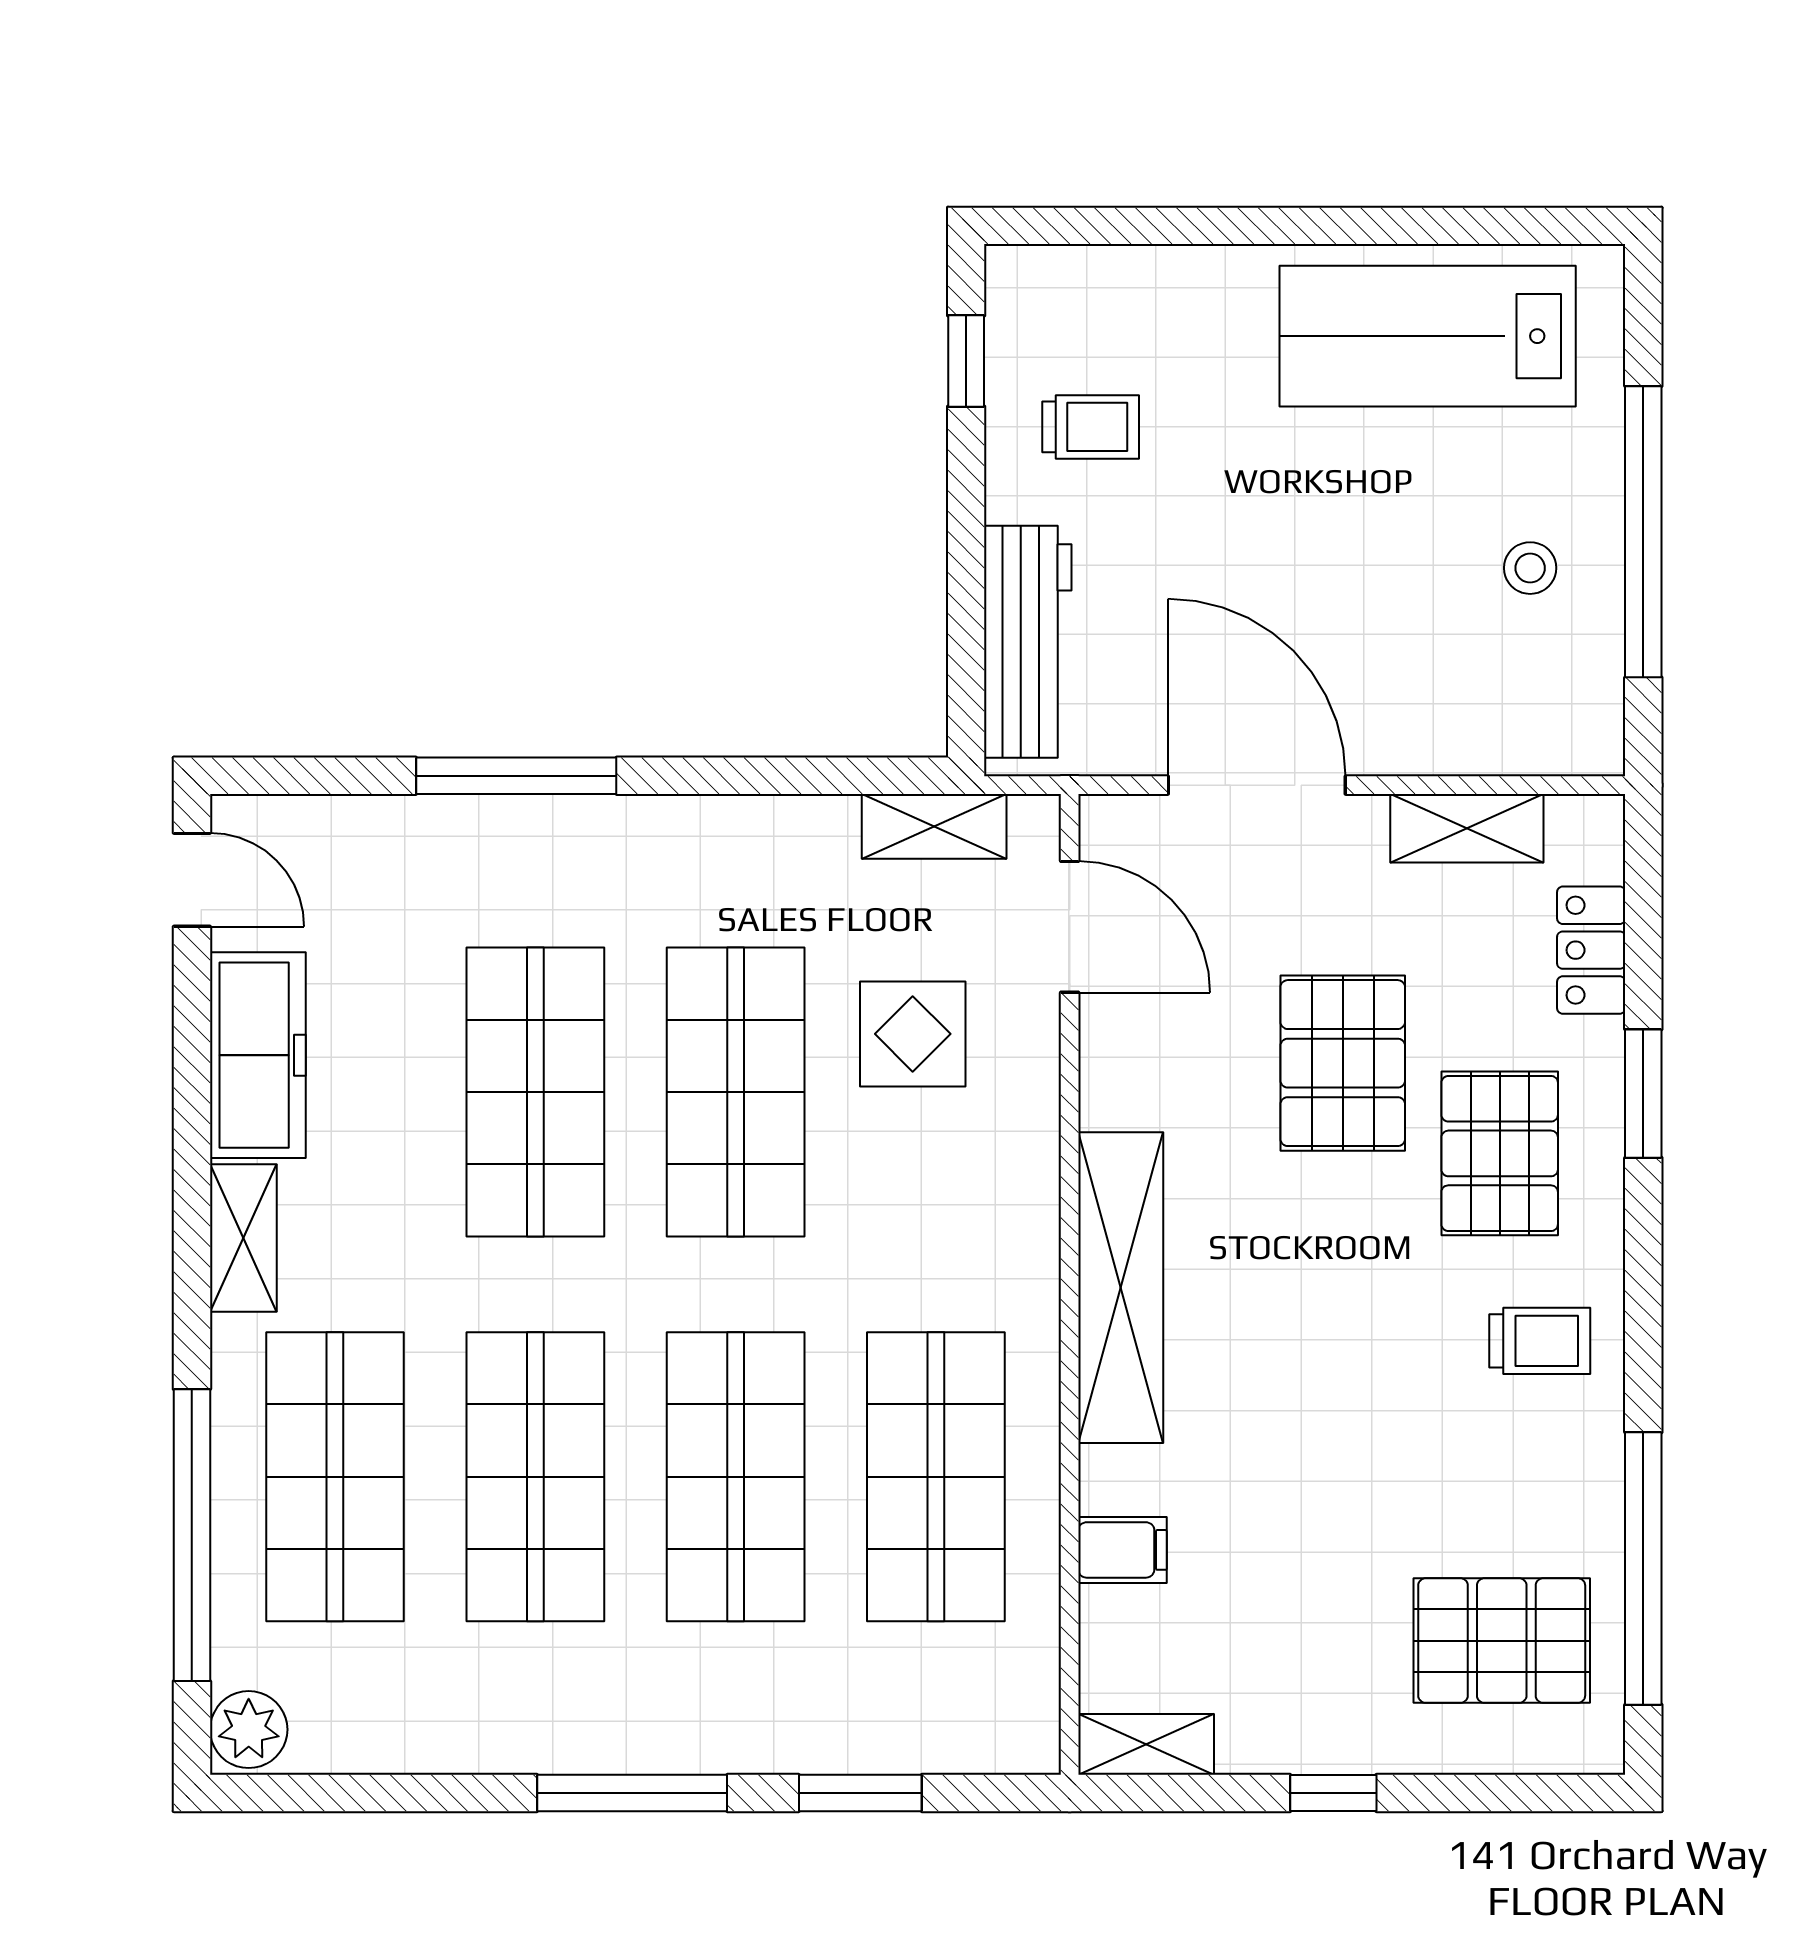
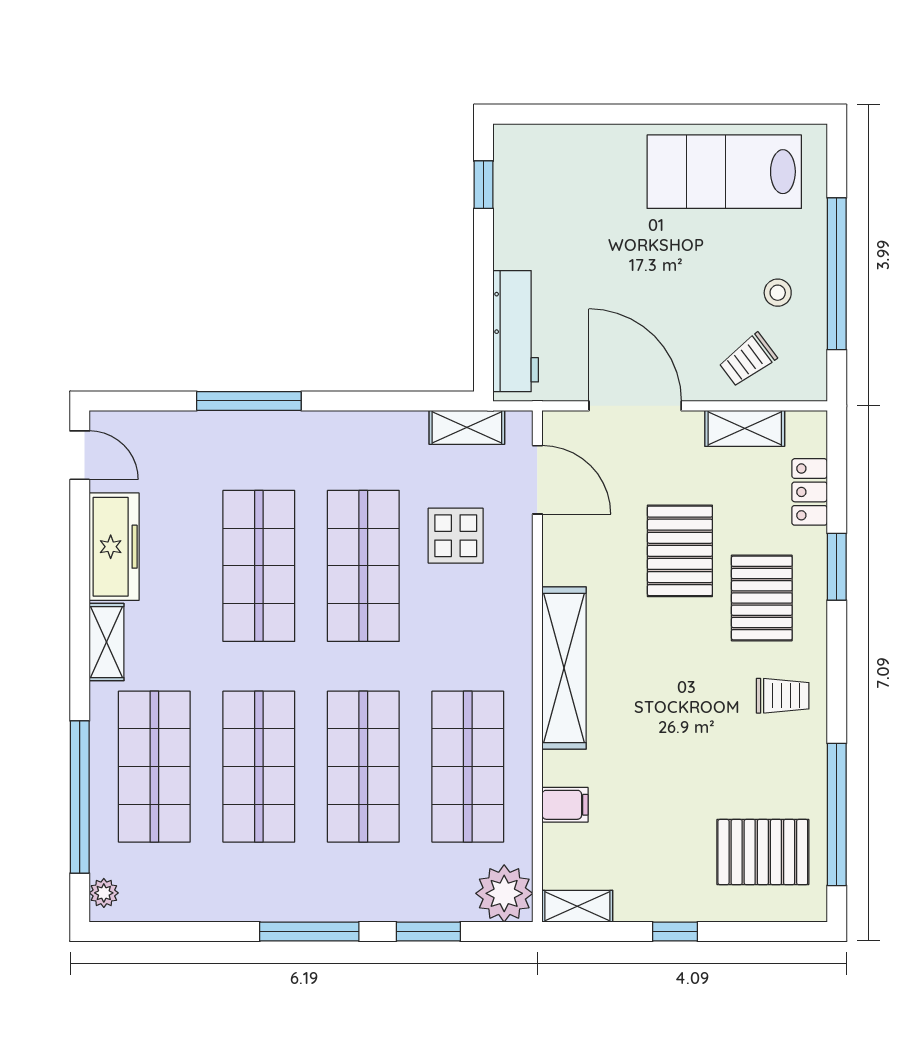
trolley: (1091, 427) -> (748, 360), moved, turned 143
plant: (1006, 1720) -> (504, 893), added
plant: (249, 1730) -> (104, 893), width x0.73, depth x0.73

